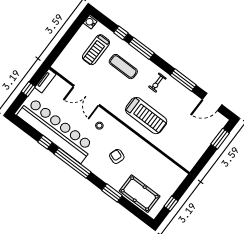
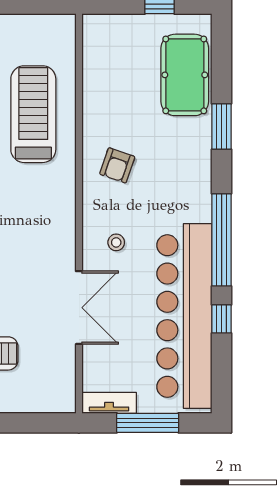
window: (28, 89) -> (148, 423), width x2.17
treadmill: (146, 116) -> (33, 114), moved
armchair: (117, 156) -> (117, 165), moved

